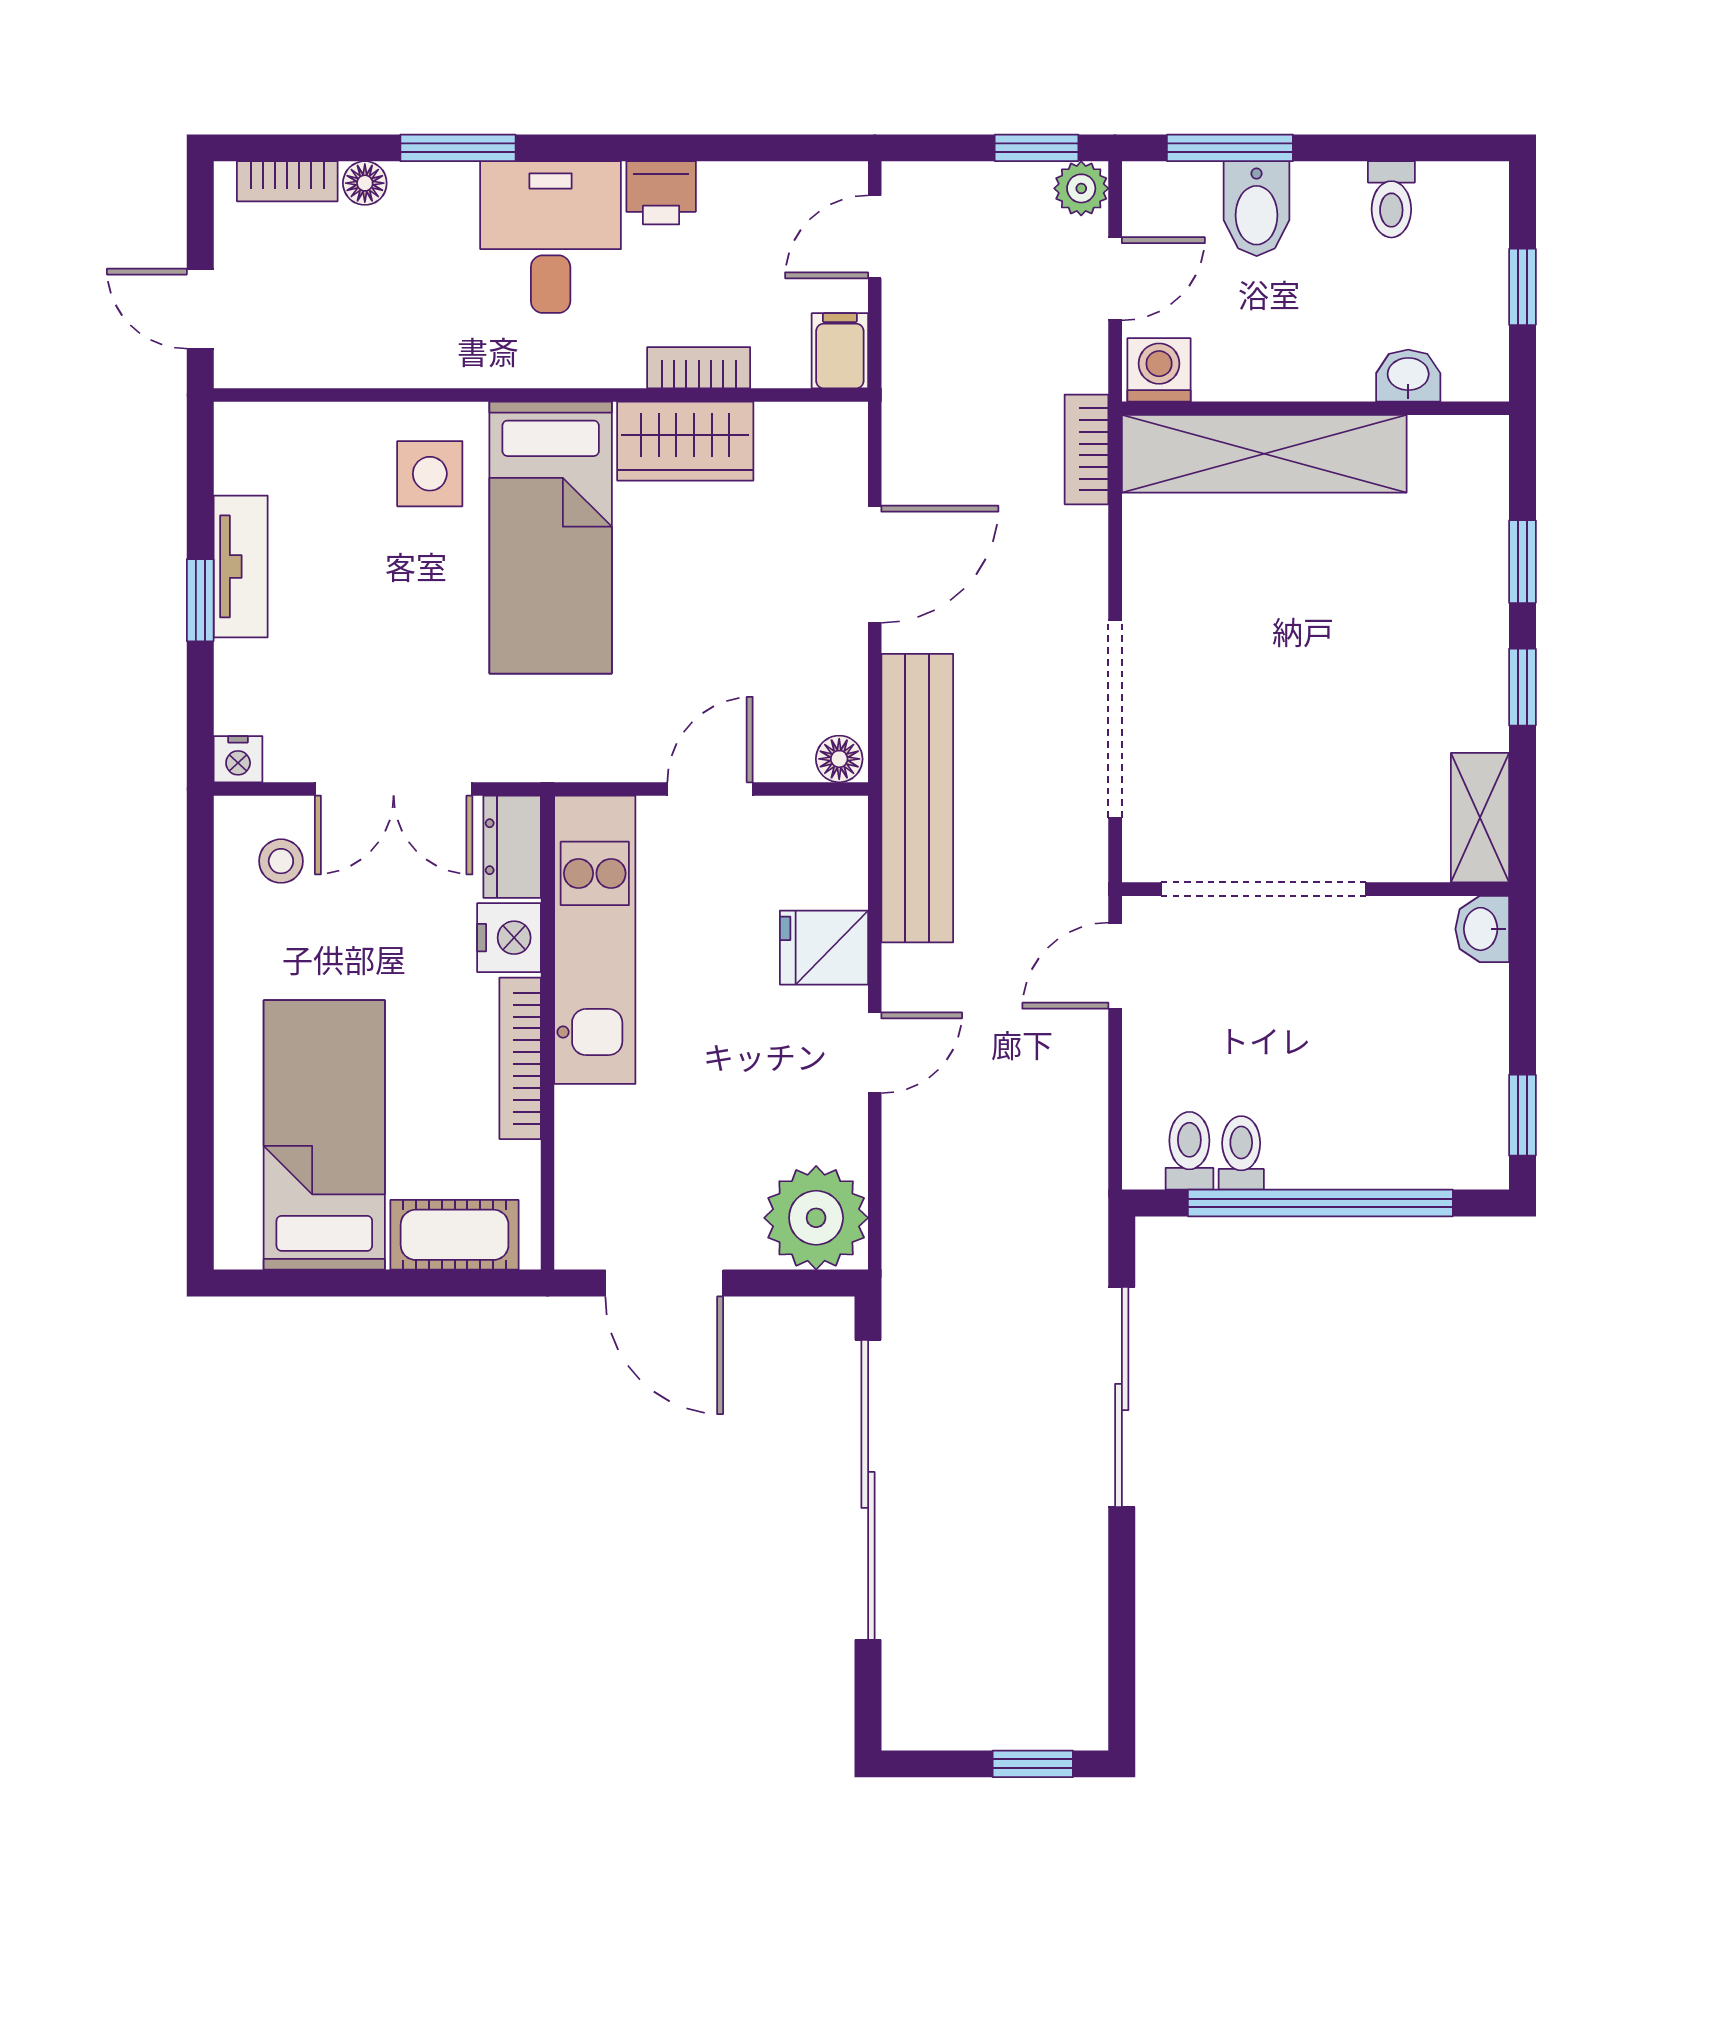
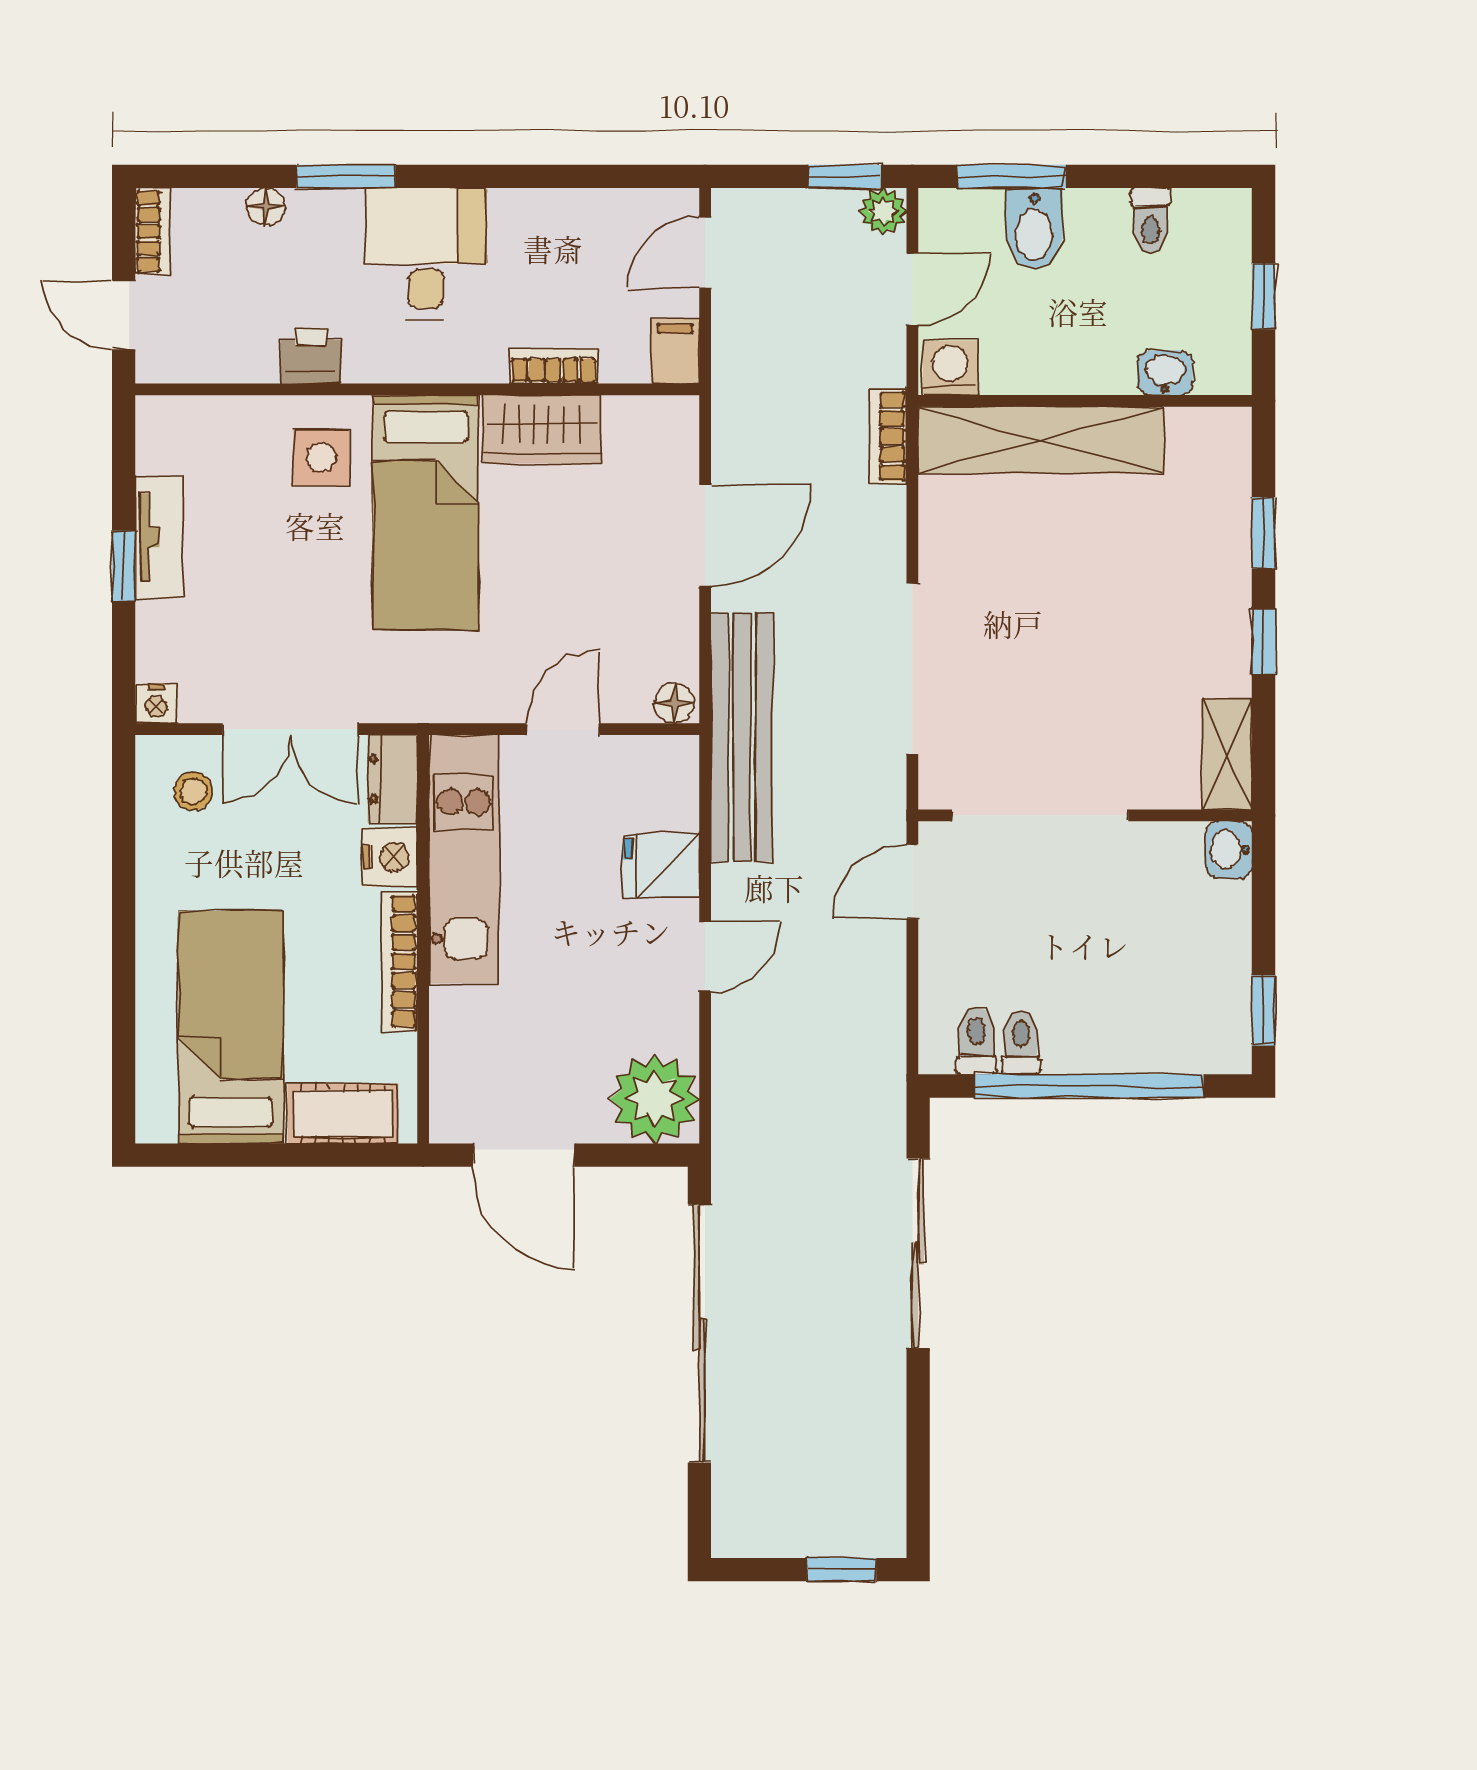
bookcase: (287, 181) -> (153, 231), moved, turned -90
printer: (661, 193) -> (311, 356), moved, turned 180

